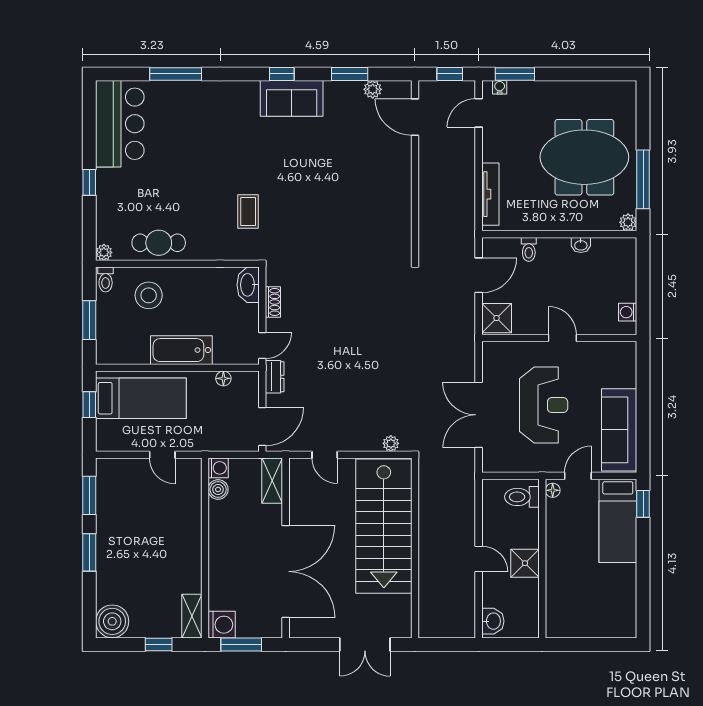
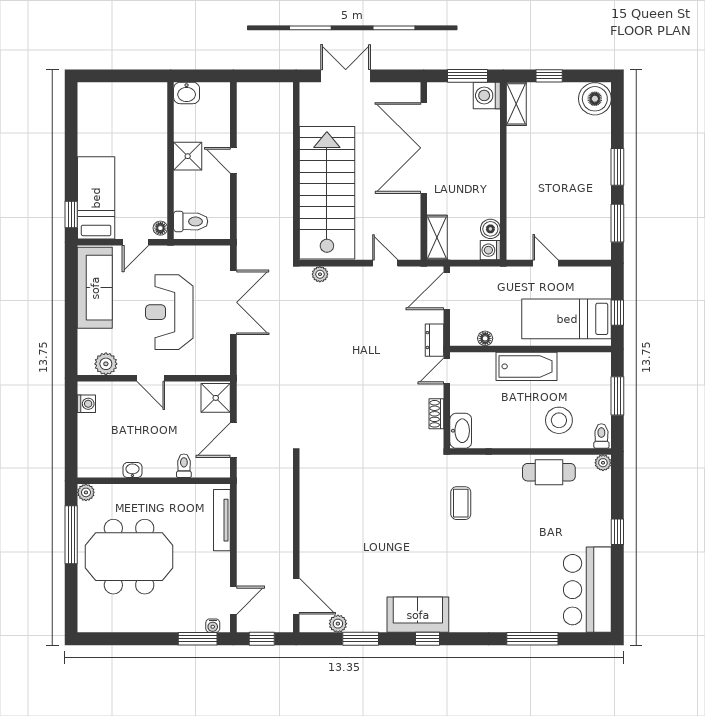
plant: (608, 353) -> (106, 364), added
washbasin: (493, 621) -> (187, 93), moved, turned -90

